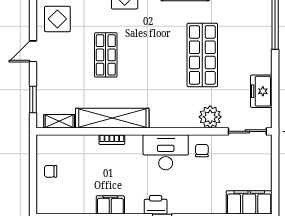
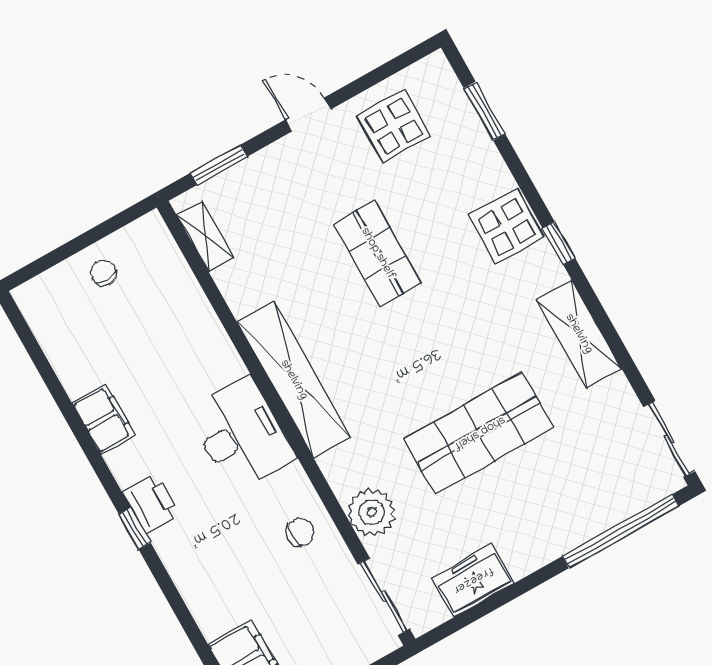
shop shelf: (106, 55) -> (378, 254), turned 90
shelving: (112, 118) -> (294, 380), moved
bookcase: (112, 140) -> (226, 353), removed
desk: (166, 152) -> (241, 434), moved

